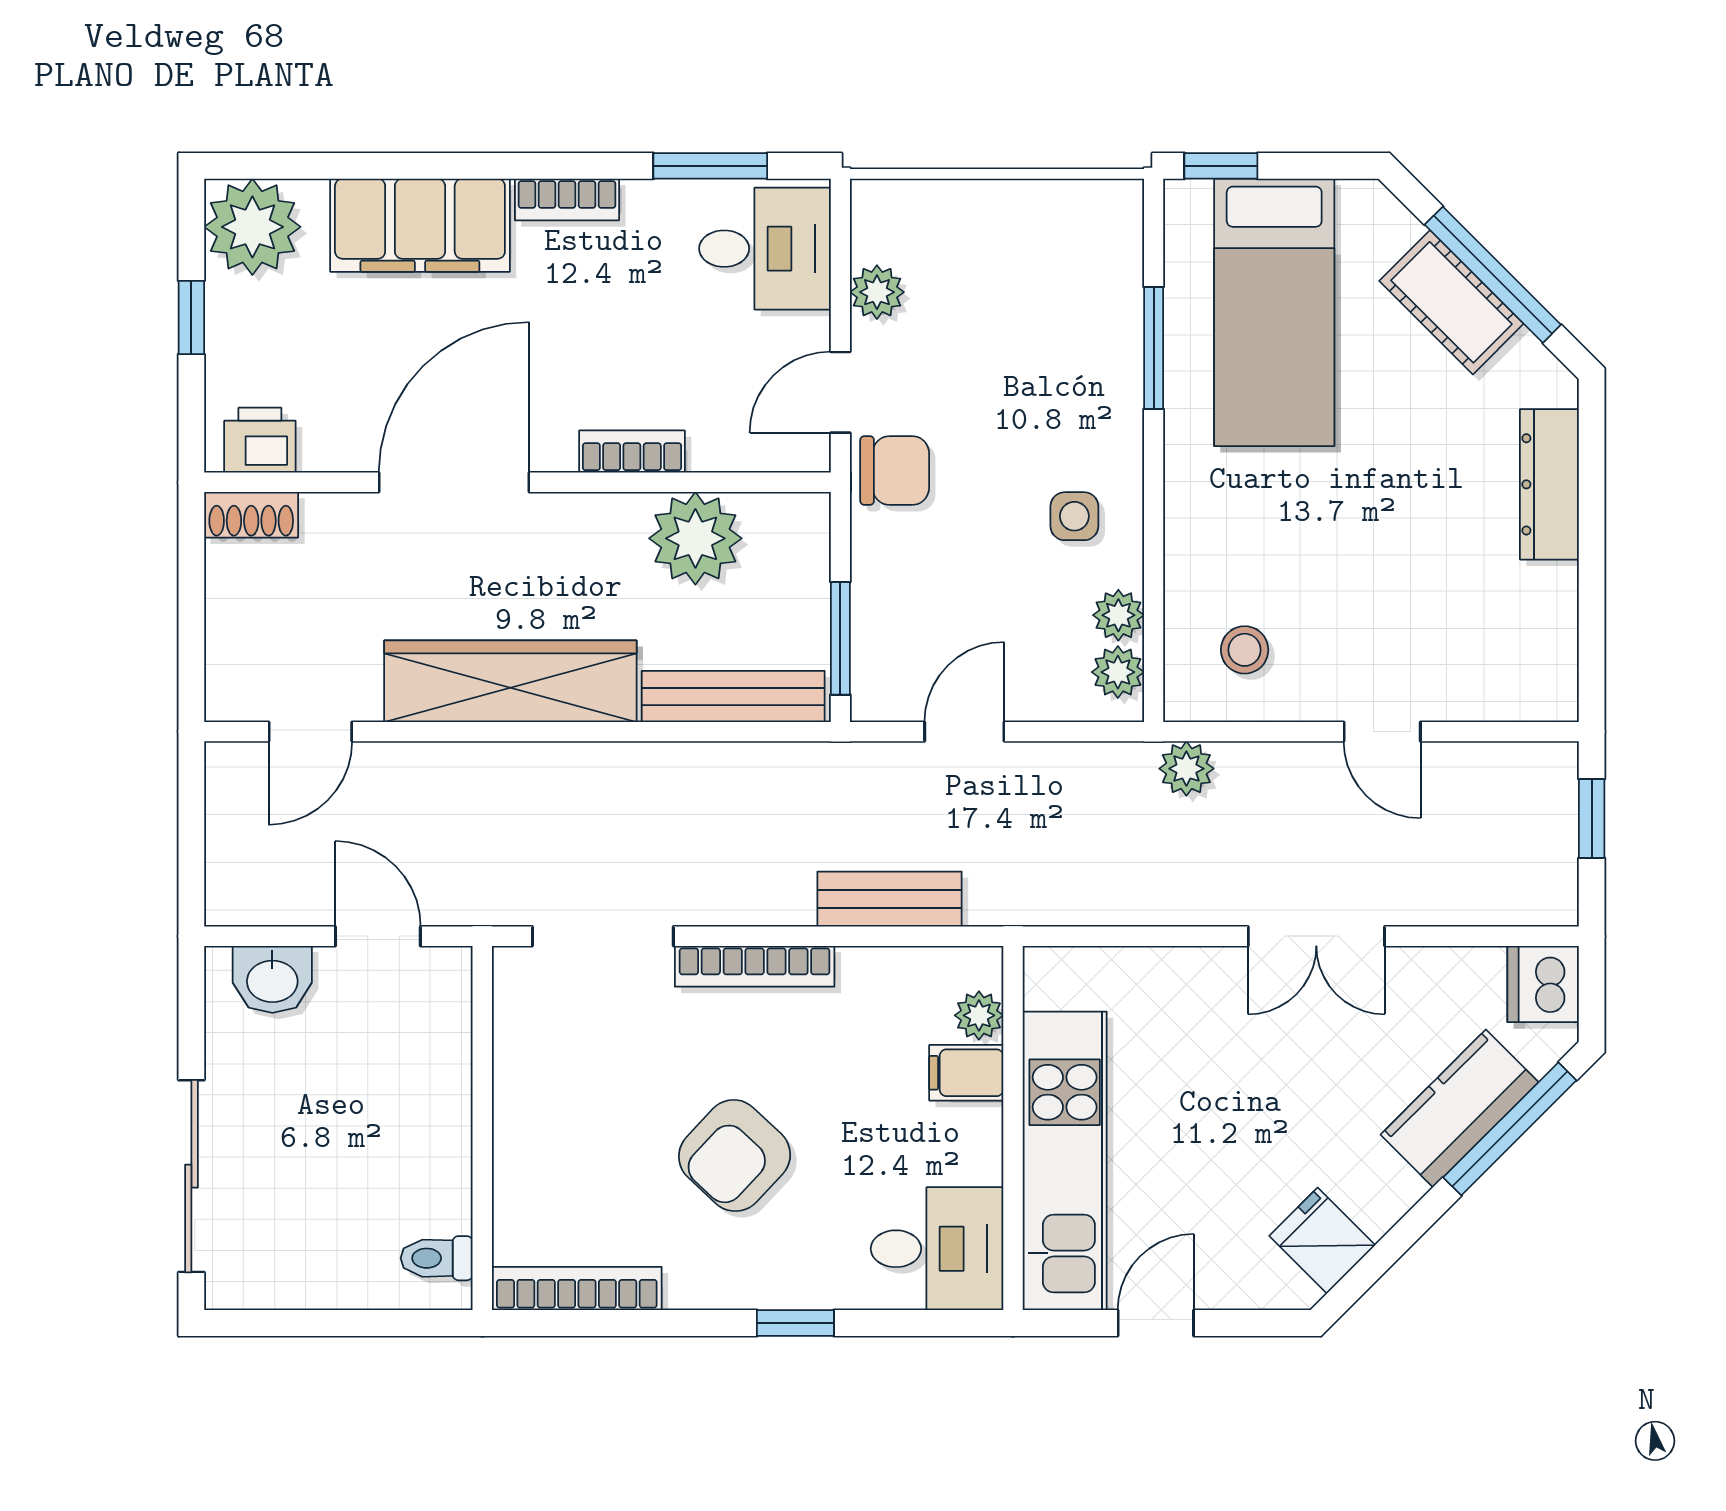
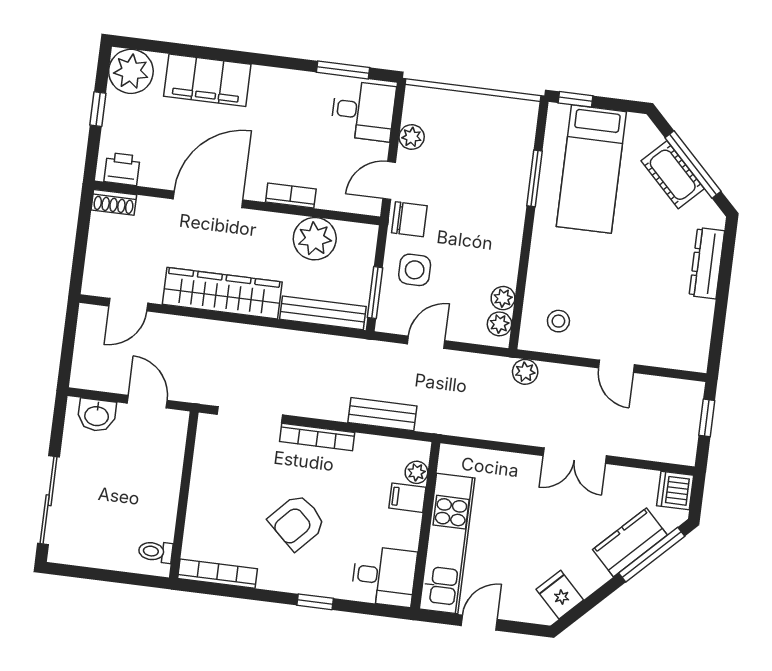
bookcase: (567, 199) -> (276, 77), removed
side table: (1074, 516) -> (415, 270), moved, width x1.37, depth x1.37

